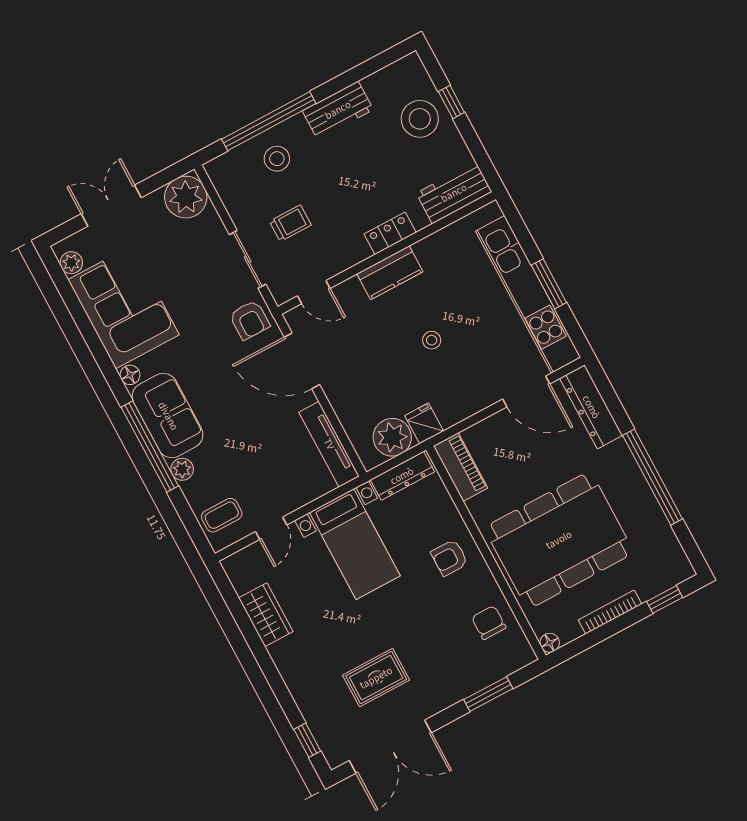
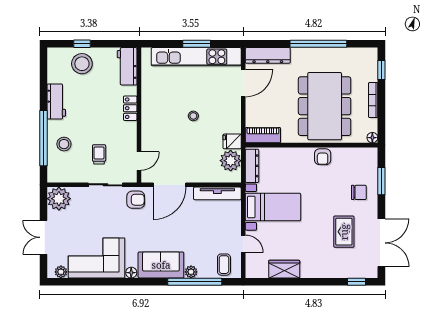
kitchen counter: (390, 273) -> (149, 119), removed
window: (150, 447) -> (195, 282), moved
armchair: (450, 558) -> (323, 157), moved
chair: (489, 623) -> (359, 192), moved, turned 180

